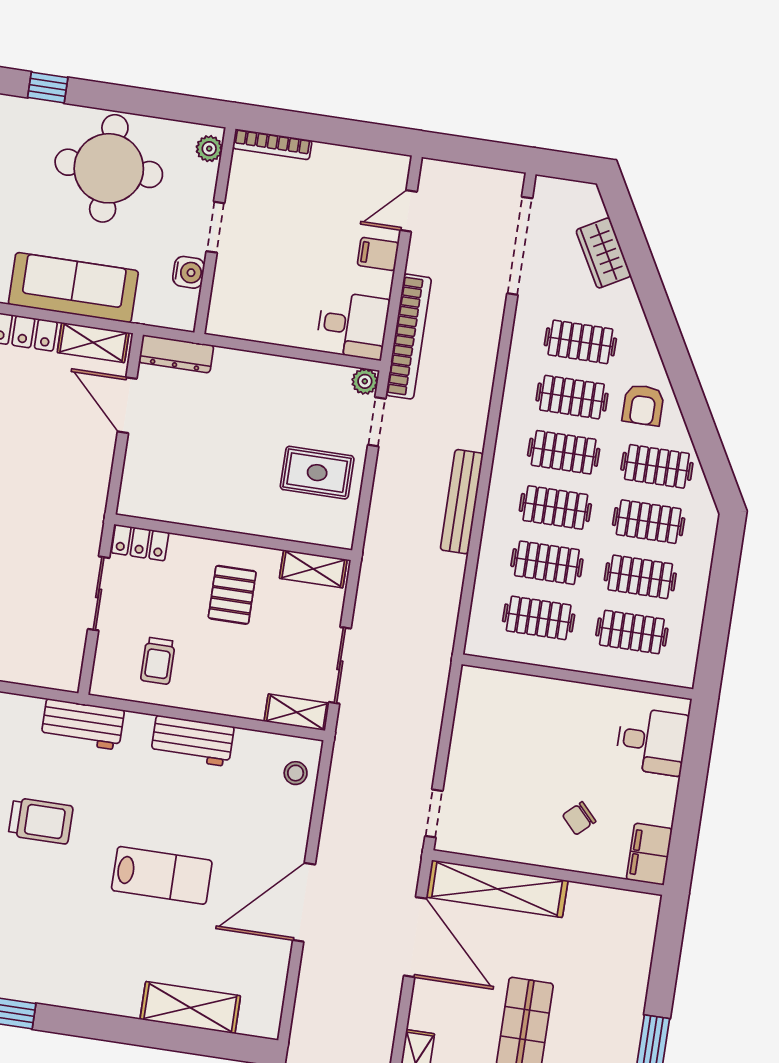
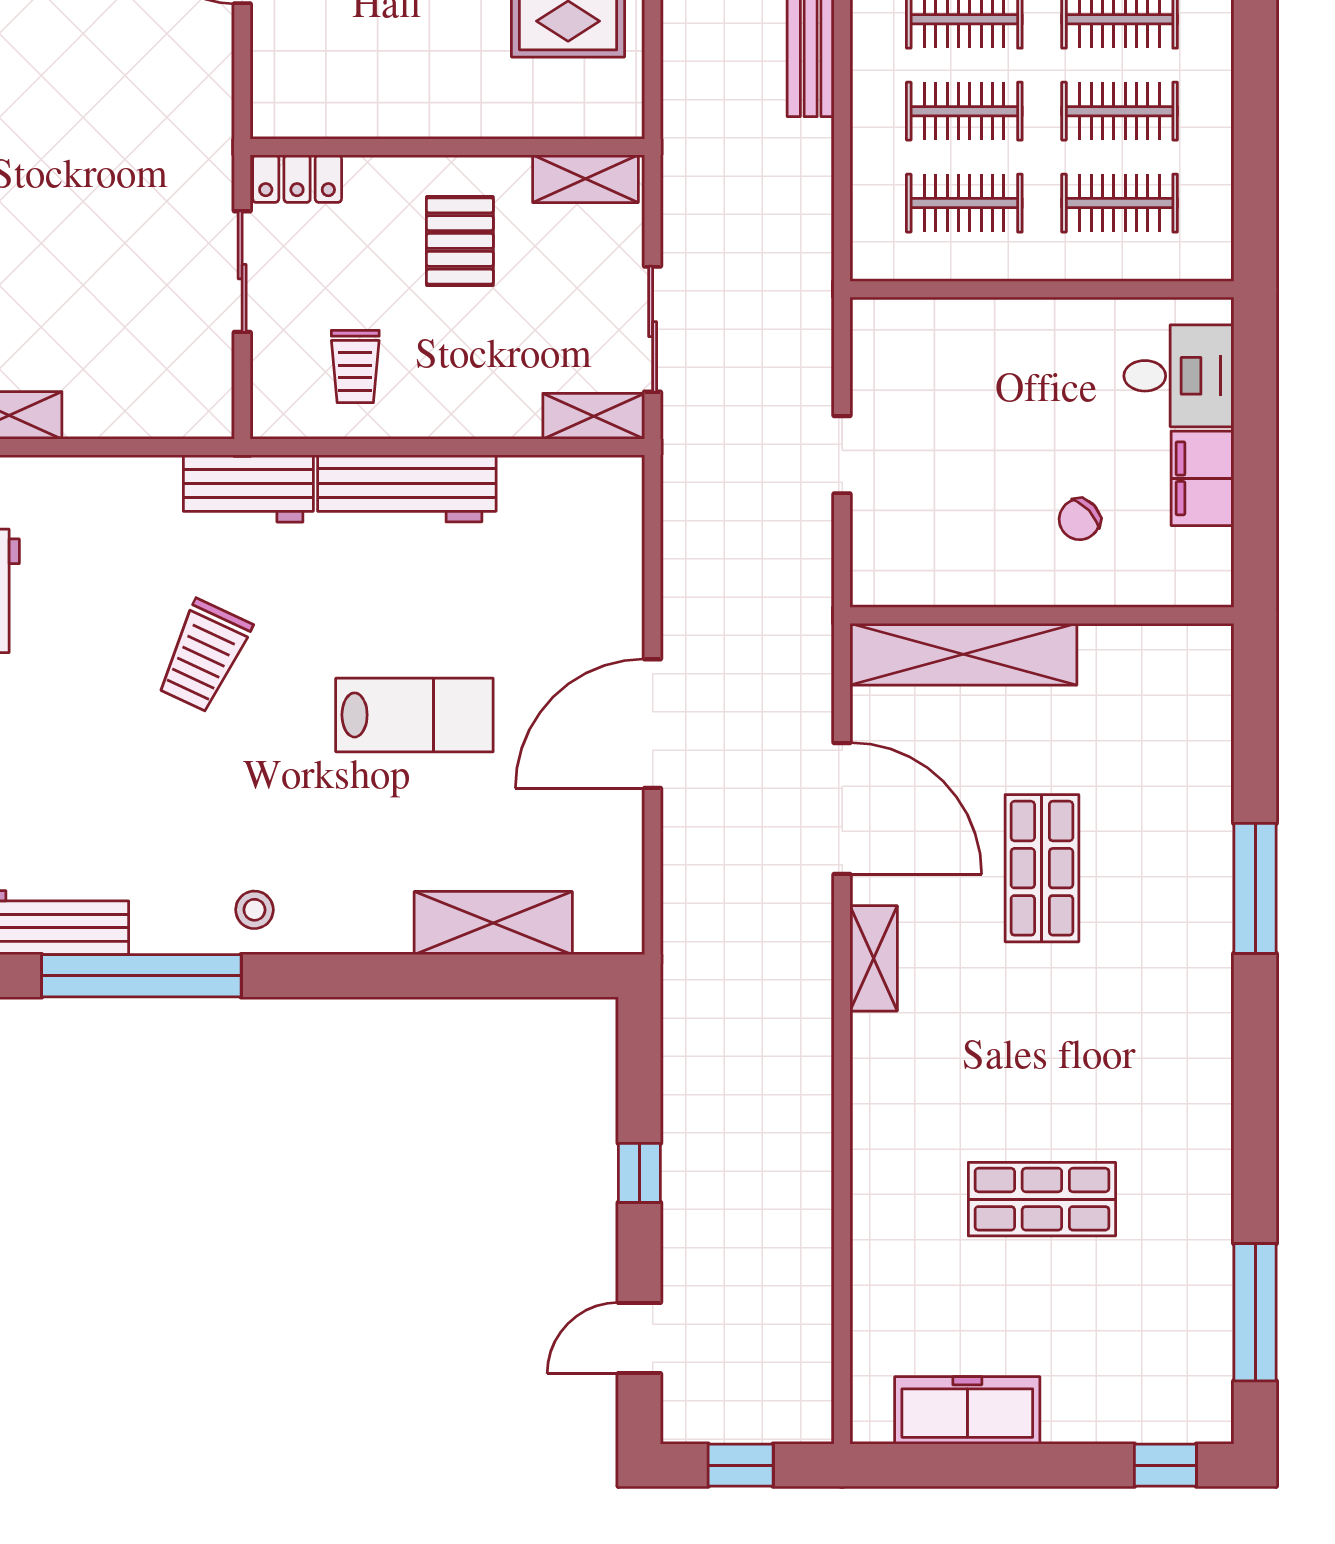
workbench: (192, 741) -> (407, 488), width x1.38
stool: (296, 773) -> (254, 910), moved
doorway: (434, 813) -> (842, 455), moved
trolley: (41, 821) -> (204, 656), turned 115
filing cabinet: (649, 854) -> (1203, 478), moved
door: (415, 937) -> (842, 808), moved

